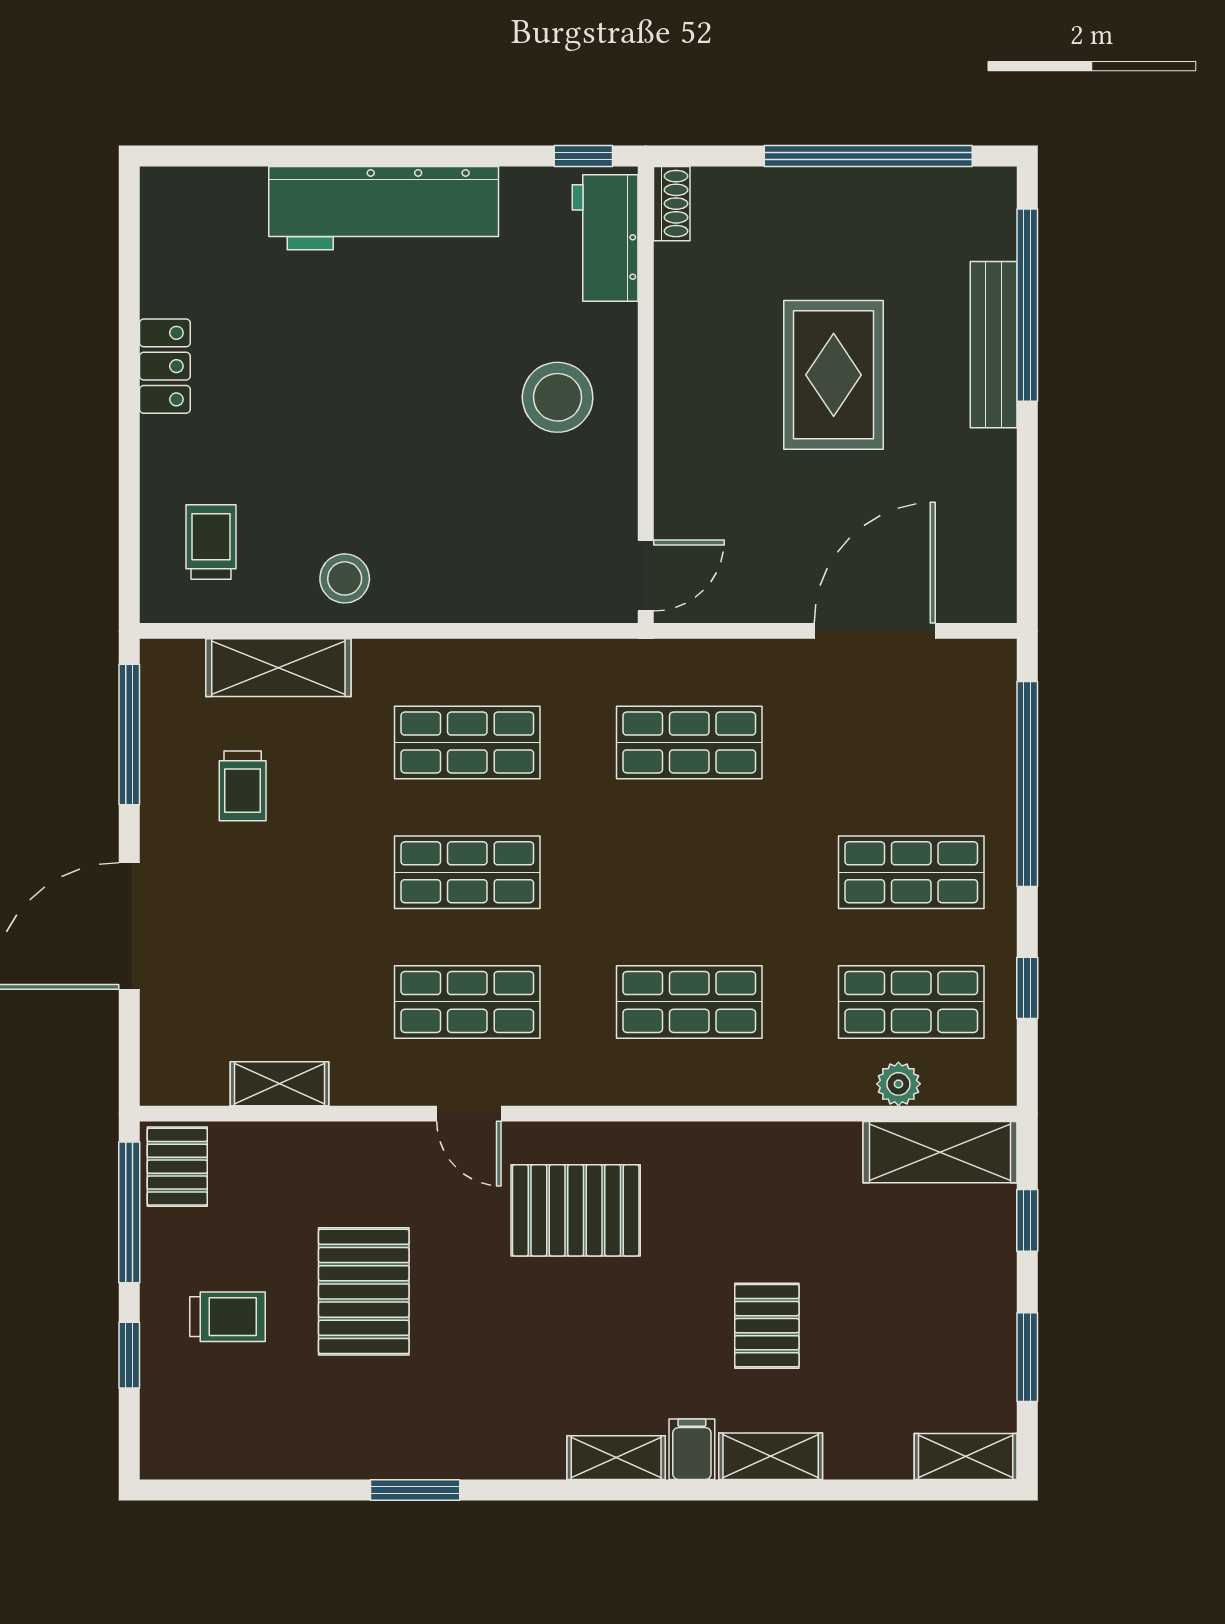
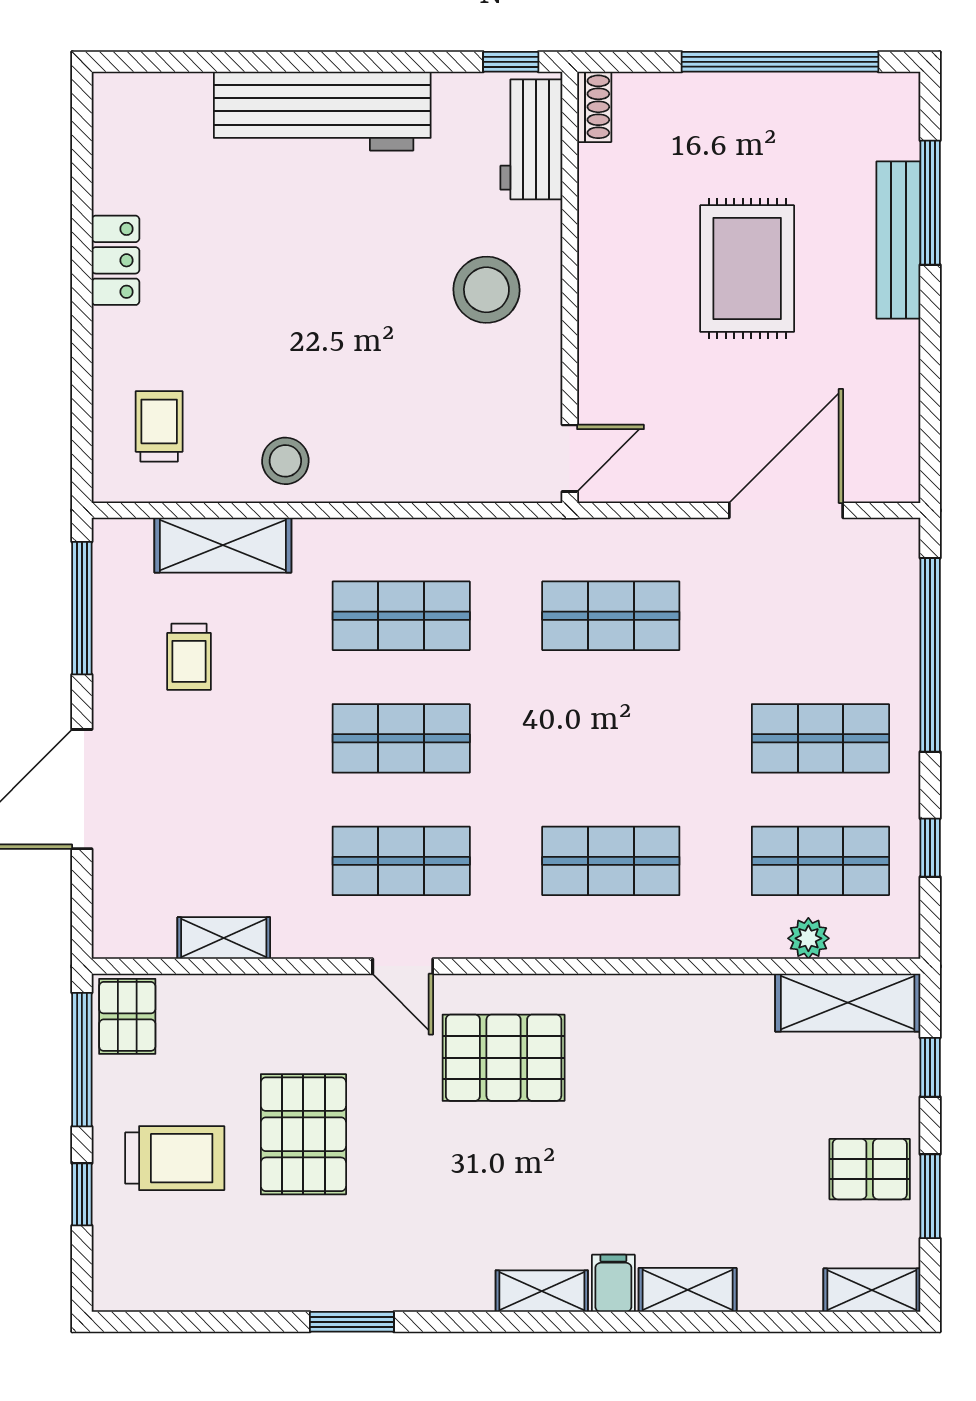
window: (1027, 305) -> (930, 203), width x0.68
trolley: (228, 1317) -> (175, 1158), width x1.36, depth x1.39
pallet: (767, 1326) -> (870, 1169), moved, turned 90

